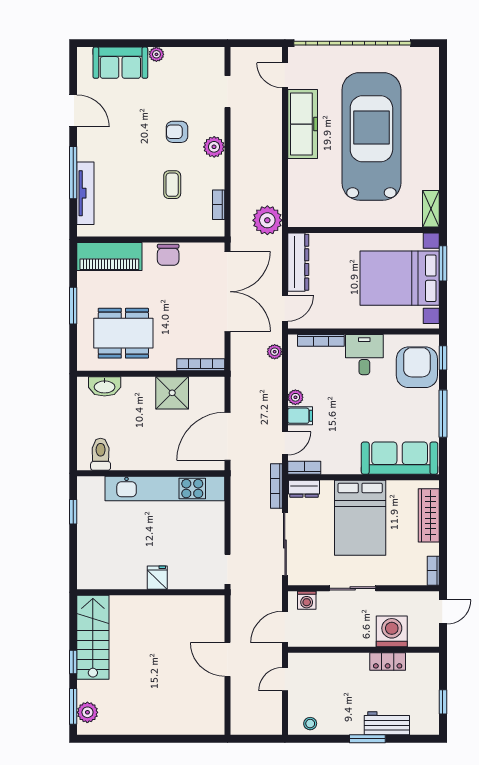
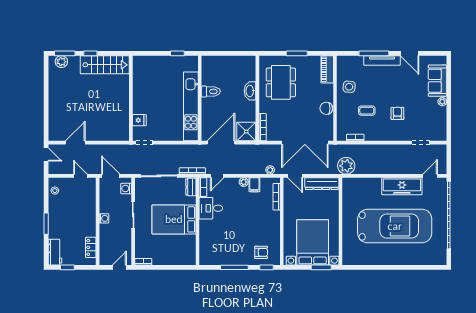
door: (73, 111) -> (410, 53), hinge flipped
plant: (214, 147) -> (389, 135), removed
tv unit: (85, 193) -> (382, 60), moved
shelving: (431, 209) -> (353, 260), removed
side table: (131, 215) -> (349, 87), added
piano: (109, 257) -> (327, 69), width x0.73, depth x0.75
desk: (364, 355) -> (211, 208), moved, turned 180
armchair: (417, 367) -> (261, 252), width x0.53, depth x0.53
washbasin: (105, 386) -> (250, 91), moved
shower: (172, 393) -> (246, 132), moved
filing cabinet: (300, 416) -> (254, 185), moved
door: (227, 436) -> (221, 143), hinge flipped
door: (285, 443) -> (217, 176), hinge flipped
toilet: (101, 454) -> (211, 91), moved
sofa: (400, 458) -> (209, 242), removed
wardrobe: (429, 515) -> (175, 259), removed
fridge: (157, 578) -> (139, 120), moved
door: (443, 612) -> (119, 267), swing flipped
washing machine: (392, 631) -> (104, 218), moved, width x0.53, depth x0.53
door: (227, 659) -> (75, 143), moved
locker: (388, 661) -> (91, 247), moved
workbench: (387, 723) -> (55, 252), moved
door: (248, 739) -> (46, 154), added

